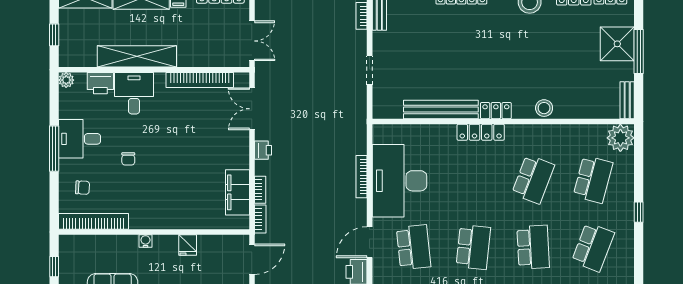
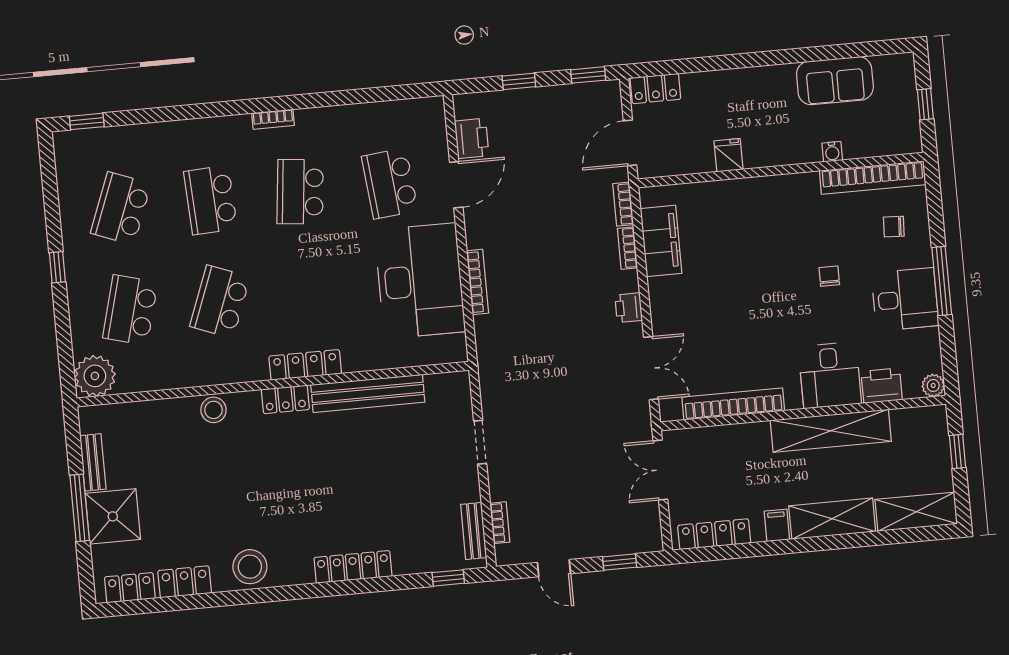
bench: (627, 100) -> (93, 462), moved
water cooler: (145, 241) -> (832, 152), moved

